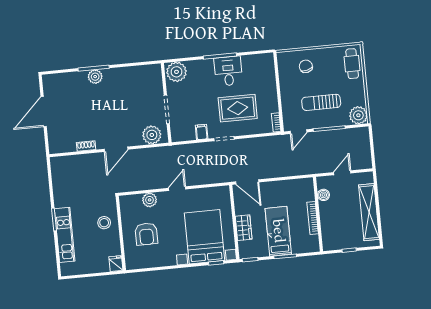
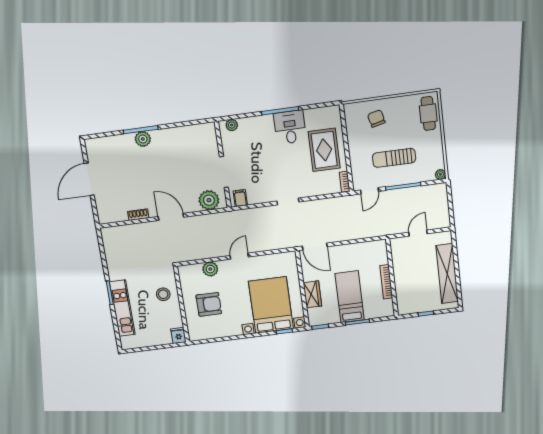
plant: (177, 72) -> (232, 125), width x0.53, depth x0.53
rug: (238, 108) -> (324, 150), moved, turned 90
plant: (358, 115) -> (440, 174), width x0.53, depth x0.53
filing cabinet: (202, 132) -> (240, 198), moved
door: (116, 149) -> (171, 217), swing flipped
boiler: (323, 195) -> (398, 257), removed
armchair: (146, 234) -> (209, 304), turned -90

